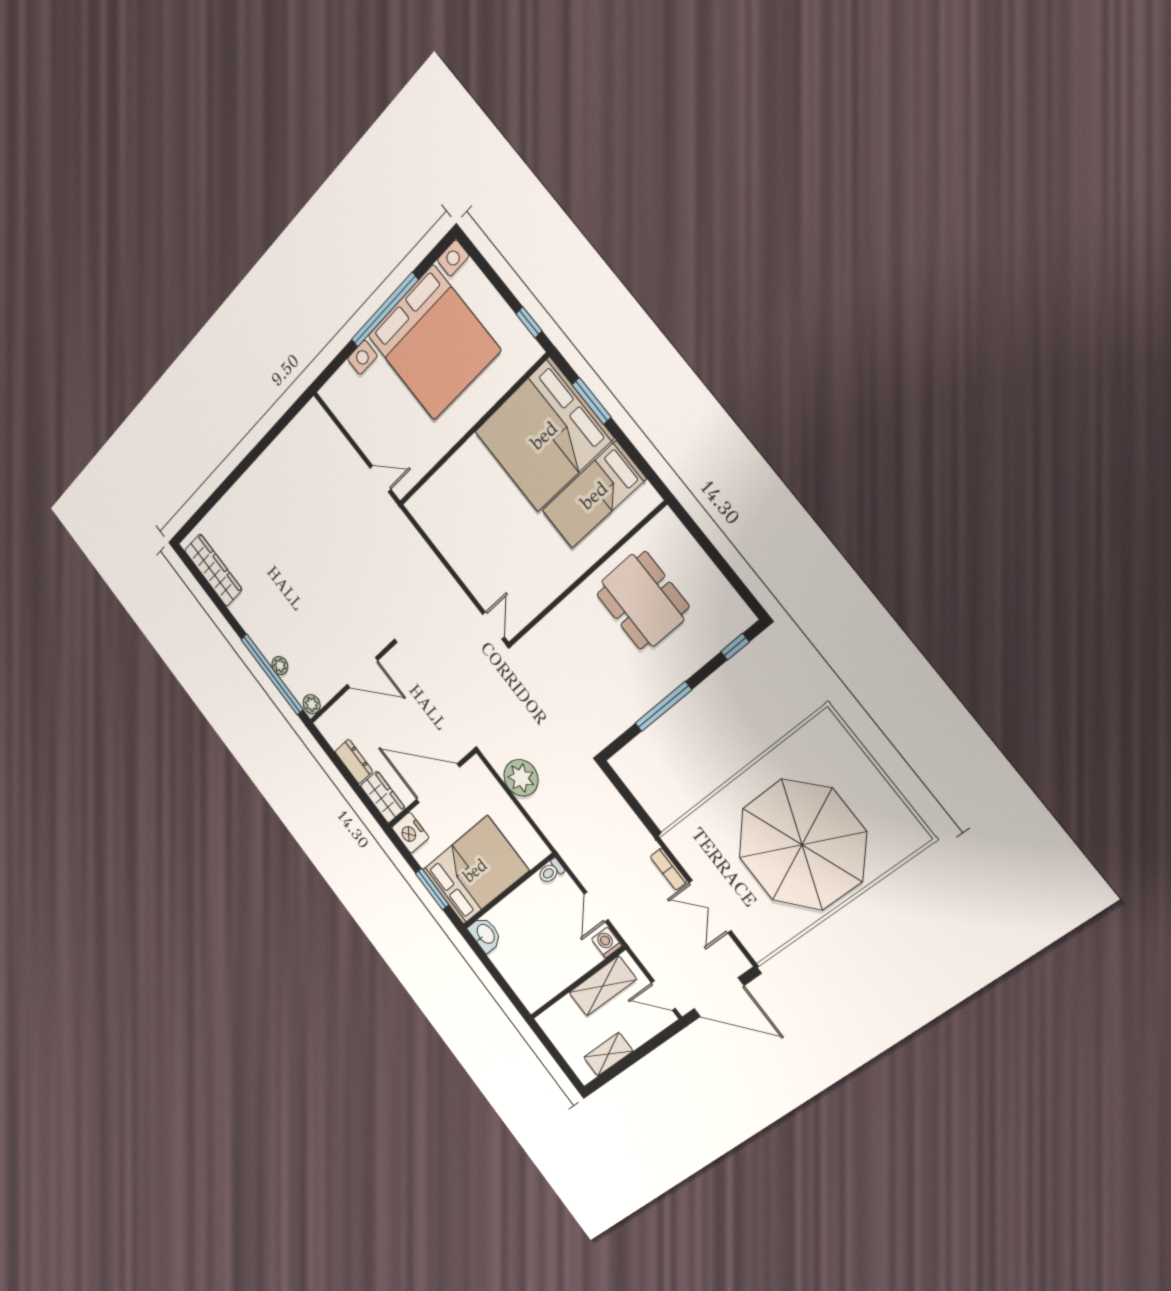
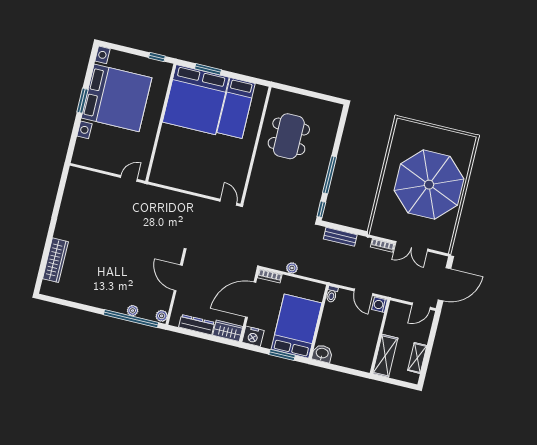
window: (385, 310) -> (82, 101), width x0.47
wardrobe: (213, 570) -> (55, 260), moved, turned 90
dining table: (643, 600) -> (289, 136), turned 90
window: (735, 647) -> (321, 209), moved
door: (362, 673) -> (178, 278), swing flipped
dresser: (354, 761) -> (197, 325), width x1.44
bookcase: (484, 774) -> (270, 276), added
plant: (521, 778) -> (292, 268), width x0.53, depth x0.53
bench: (617, 806) -> (340, 237), added
shelving: (603, 986) -> (385, 356), moved

